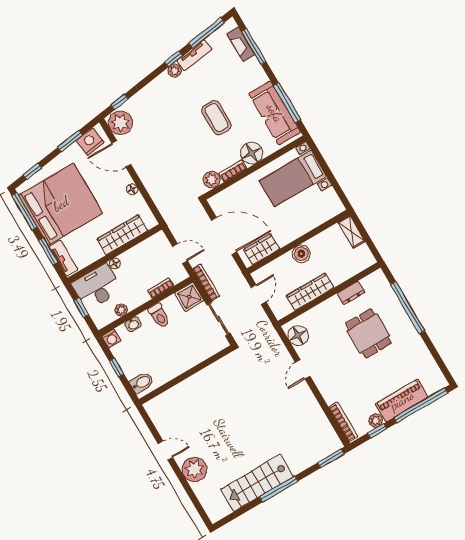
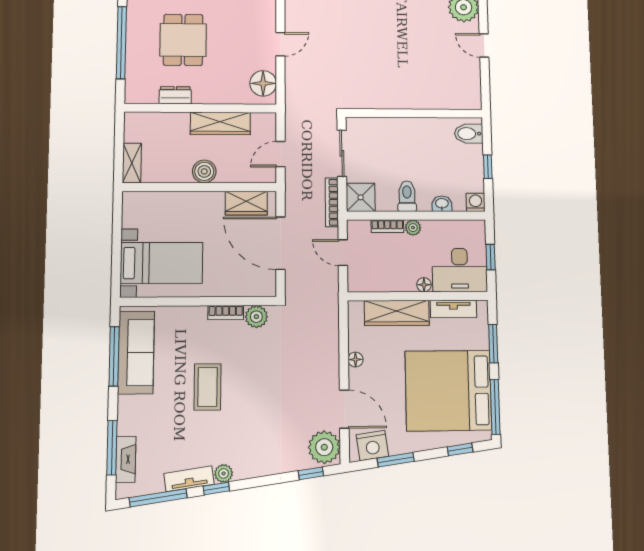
floor lamp: (252, 153) -> (191, 321), removed
tv unit: (63, 258) -> (454, 309), moved, turned -90
plant: (121, 310) -> (413, 228), moved

